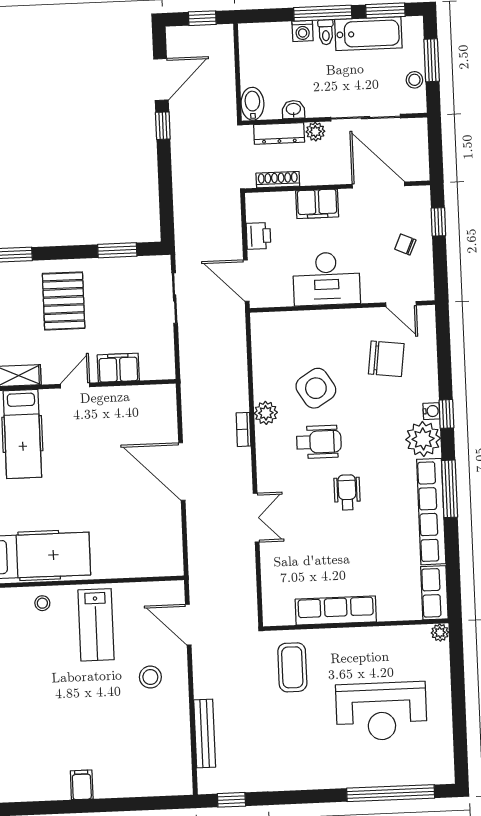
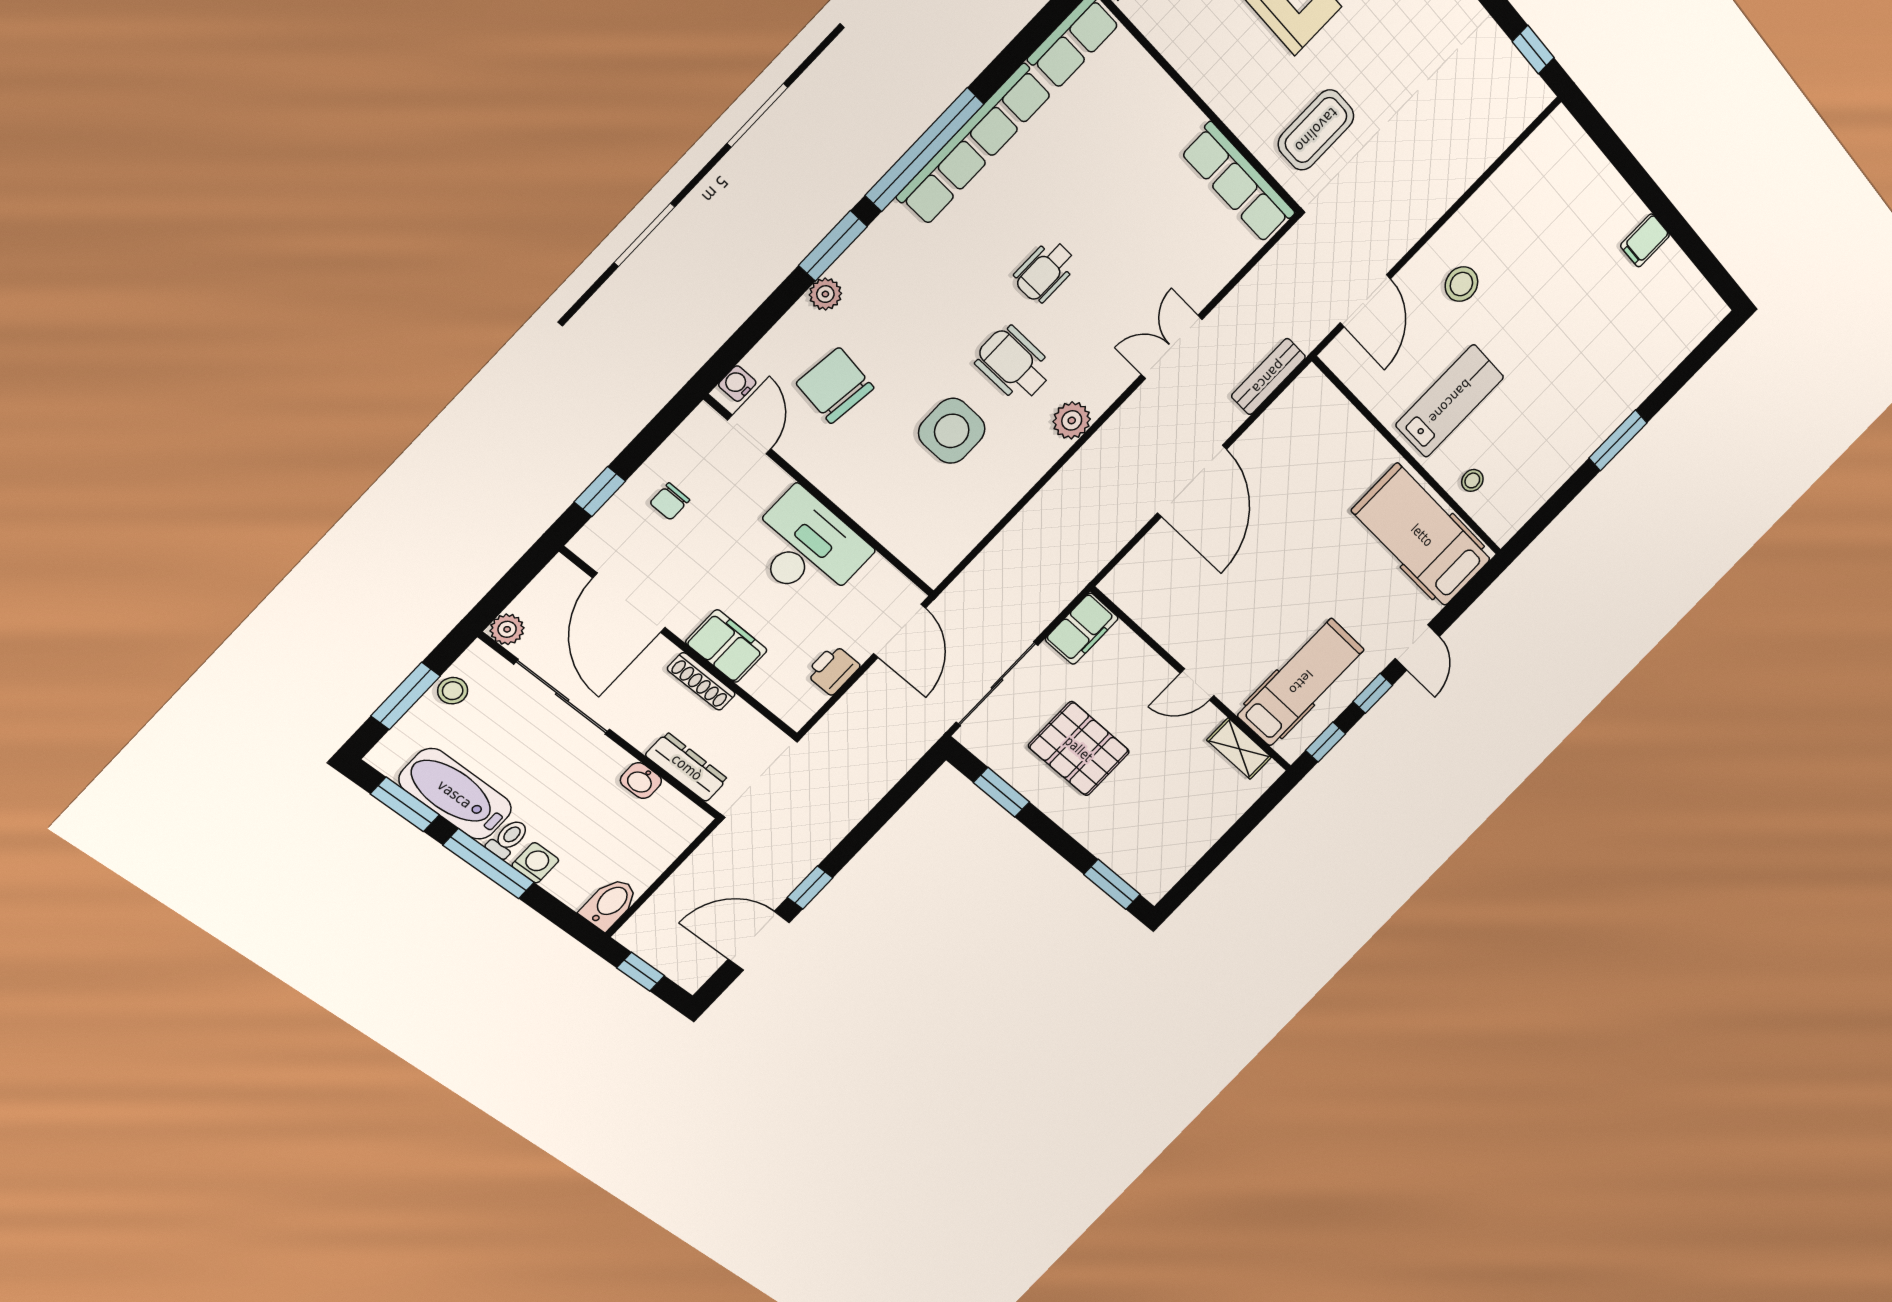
bidet: (252, 104) -> (610, 904), moved, turned 180
plant: (315, 132) -> (507, 629), moved
shoe rack: (278, 180) -> (701, 681), moved
chair: (405, 245) -> (670, 501), turned 66
sliding door: (175, 298) -> (997, 684), width x1.37
pallet: (64, 301) -> (1079, 749), moved, turned 90
filing cabinet: (118, 368) -> (1082, 629), moved, turned -90
side table: (316, 388) -> (952, 431), turned 32
water cooler: (431, 411) -> (737, 384), moved
plant: (266, 413) -> (1072, 420), moved
window: (446, 414) -> (833, 246), width x1.50
bookcase: (243, 429) -> (1079, 463), removed
plant: (423, 439) -> (825, 294), moved, width x0.53, depth x0.53
window: (450, 489) -> (924, 150), width x1.46
row of seats: (336, 611) -> (1238, 183), moved
bench: (205, 734) -> (1268, 377), moved, width x0.73

